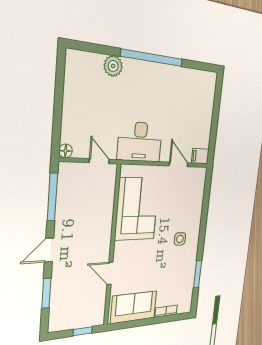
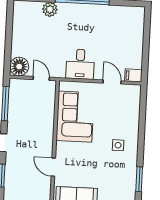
desk: (140, 142) -> (80, 64), width x0.73
floor lamp: (66, 151) -> (19, 67), width x1.89, depth x1.89

